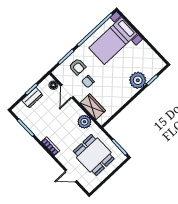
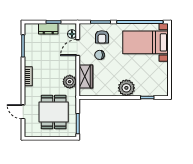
plant: (138, 80) -> (126, 88), moved

